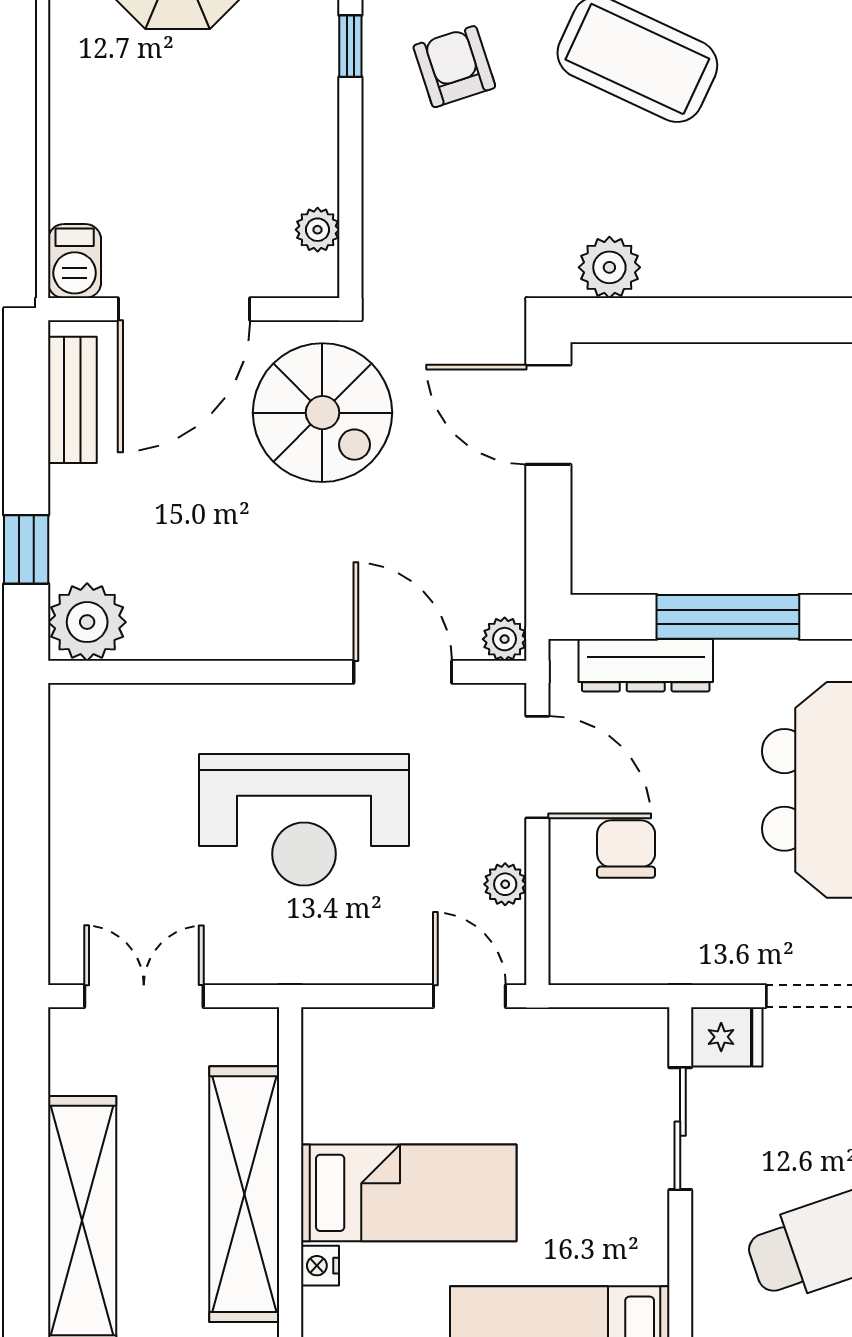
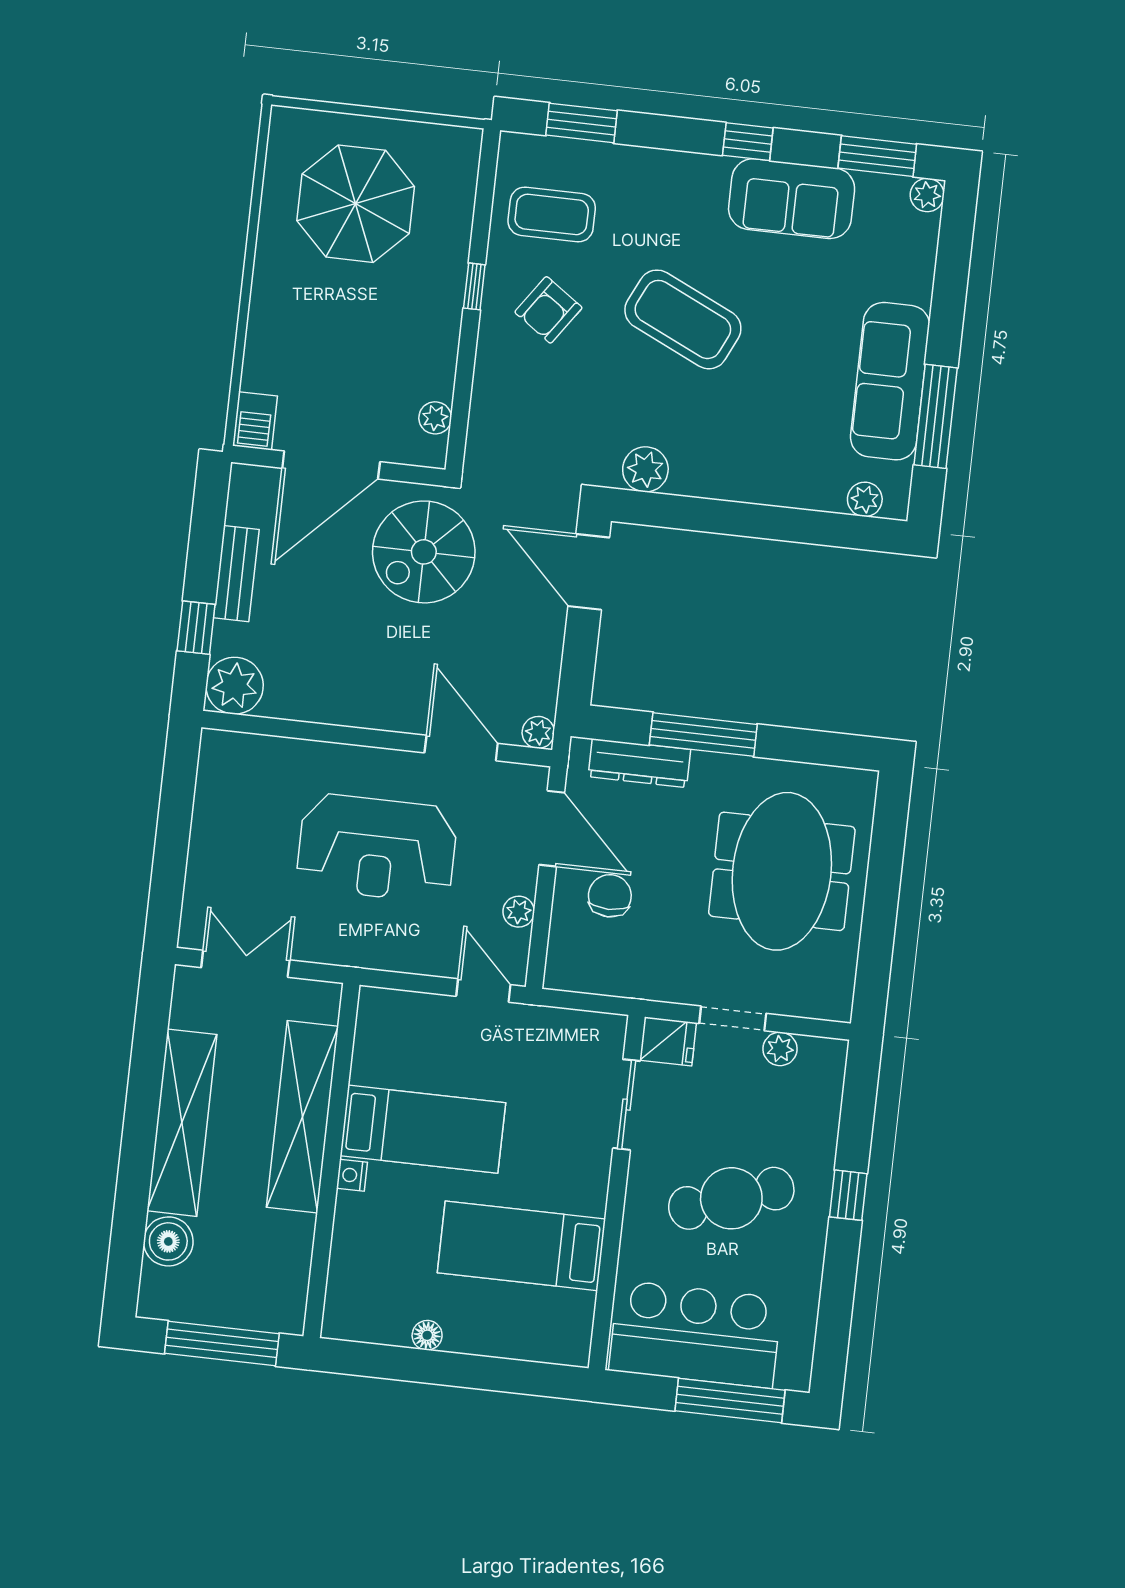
armchair: (454, 67) -> (548, 310), turned -127
bench: (72, 400) -> (236, 574), moved
spiral stairs: (322, 413) -> (424, 552), turned 90

